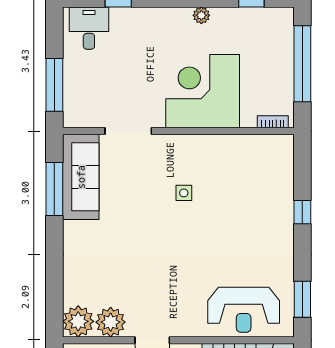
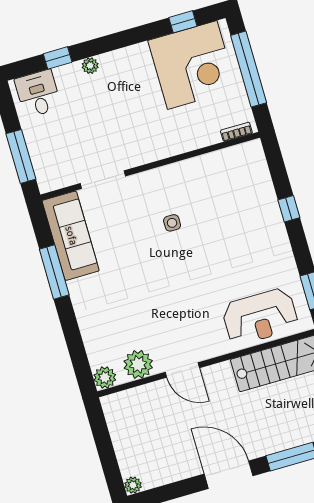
plant: (201, 15) -> (90, 66), moved
corner desk: (203, 91) -> (192, 65), moved, turned 180
window: (54, 189) -> (54, 272), moved
plant: (78, 321) -> (105, 378), width x0.73, depth x0.73

